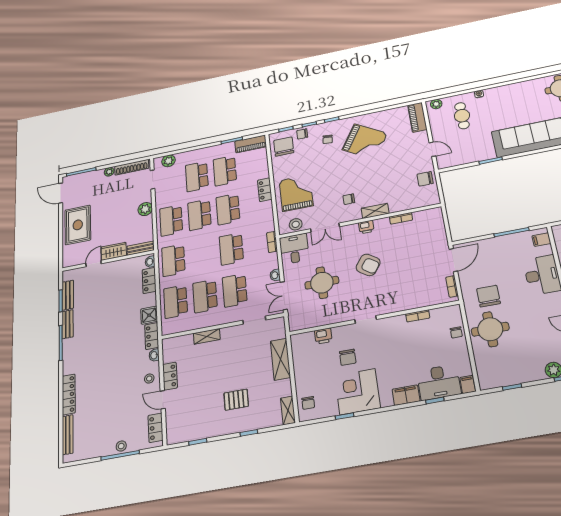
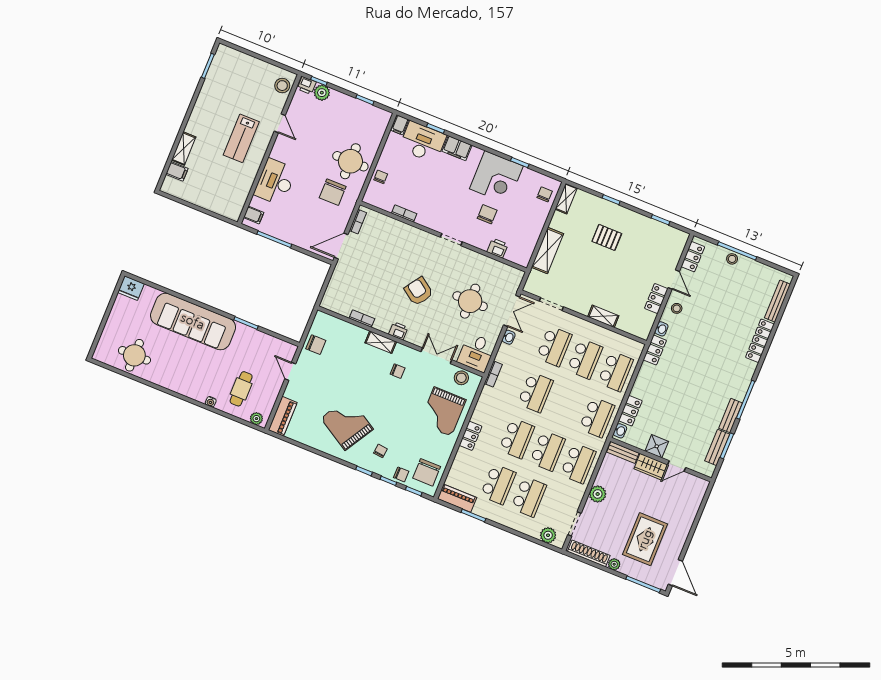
rug: (78, 225) -> (645, 539), moved
shower: (149, 315) -> (657, 446), moved

